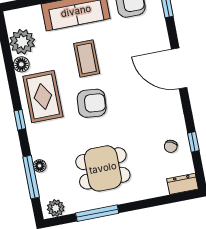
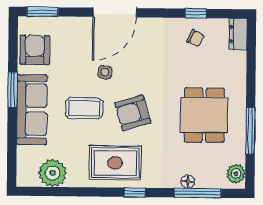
floor lamp: (21, 64) -> (76, 179), removed
side table: (123, 70) -> (105, 72), added
armchair: (92, 103) -> (133, 113), turned -112

